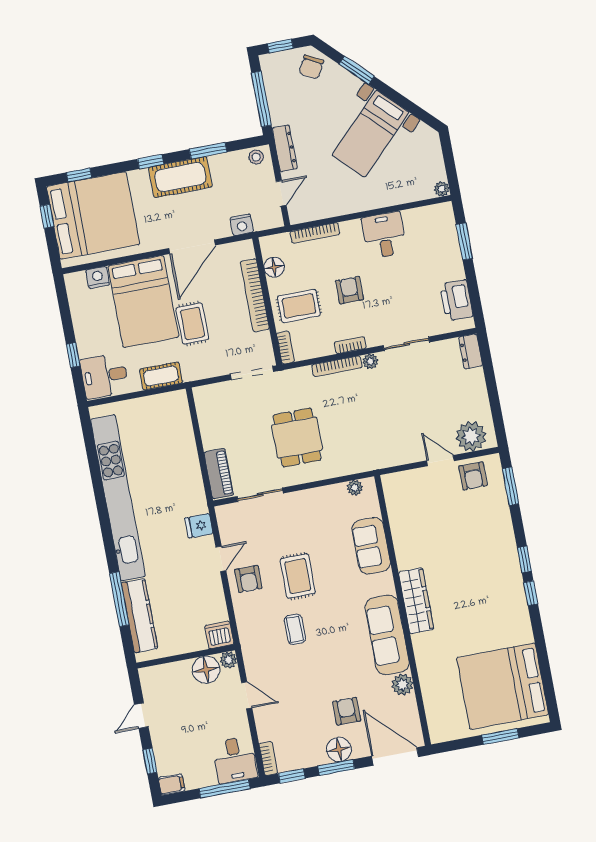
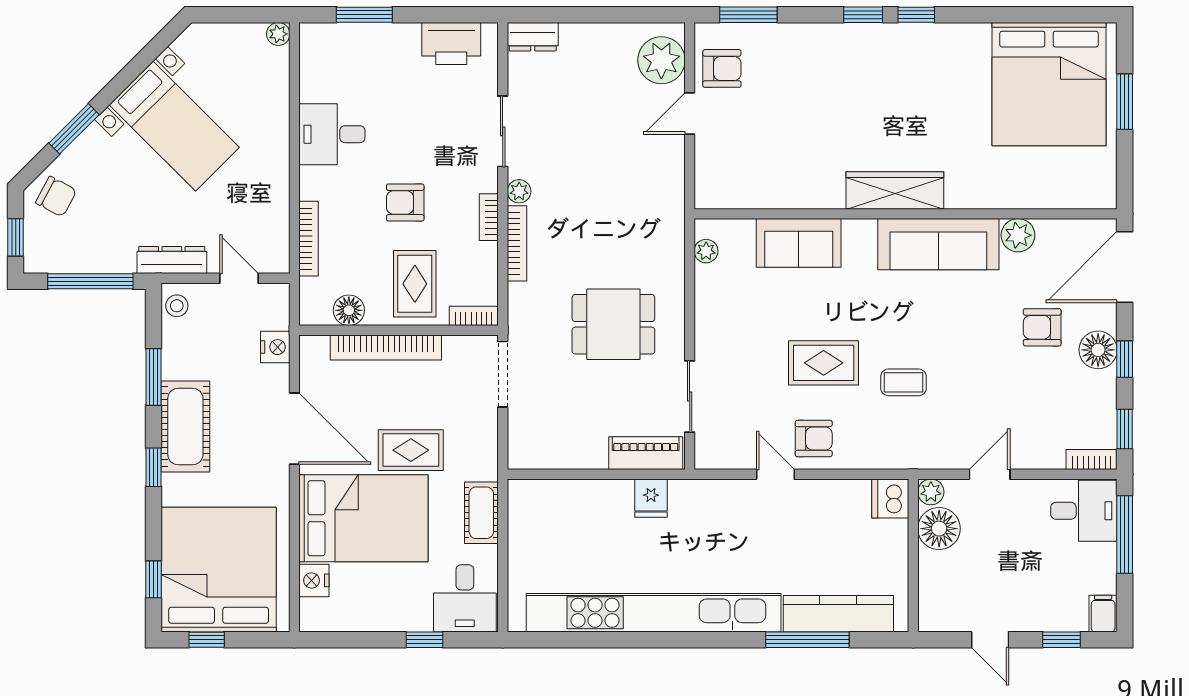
fridge: (199, 526) -> (651, 498), moved
window: (336, 768) -> (1125, 359), width x0.67

